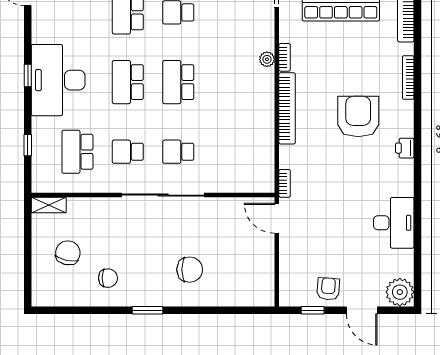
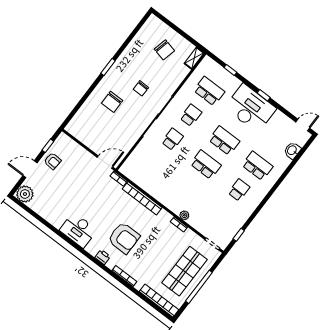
bookcase: (287, 108) -> (142, 198), moved
printer: (405, 148) -> (103, 257), moved
desk: (394, 223) -> (78, 230), moved
chair: (108, 278) -> (141, 88), moved

